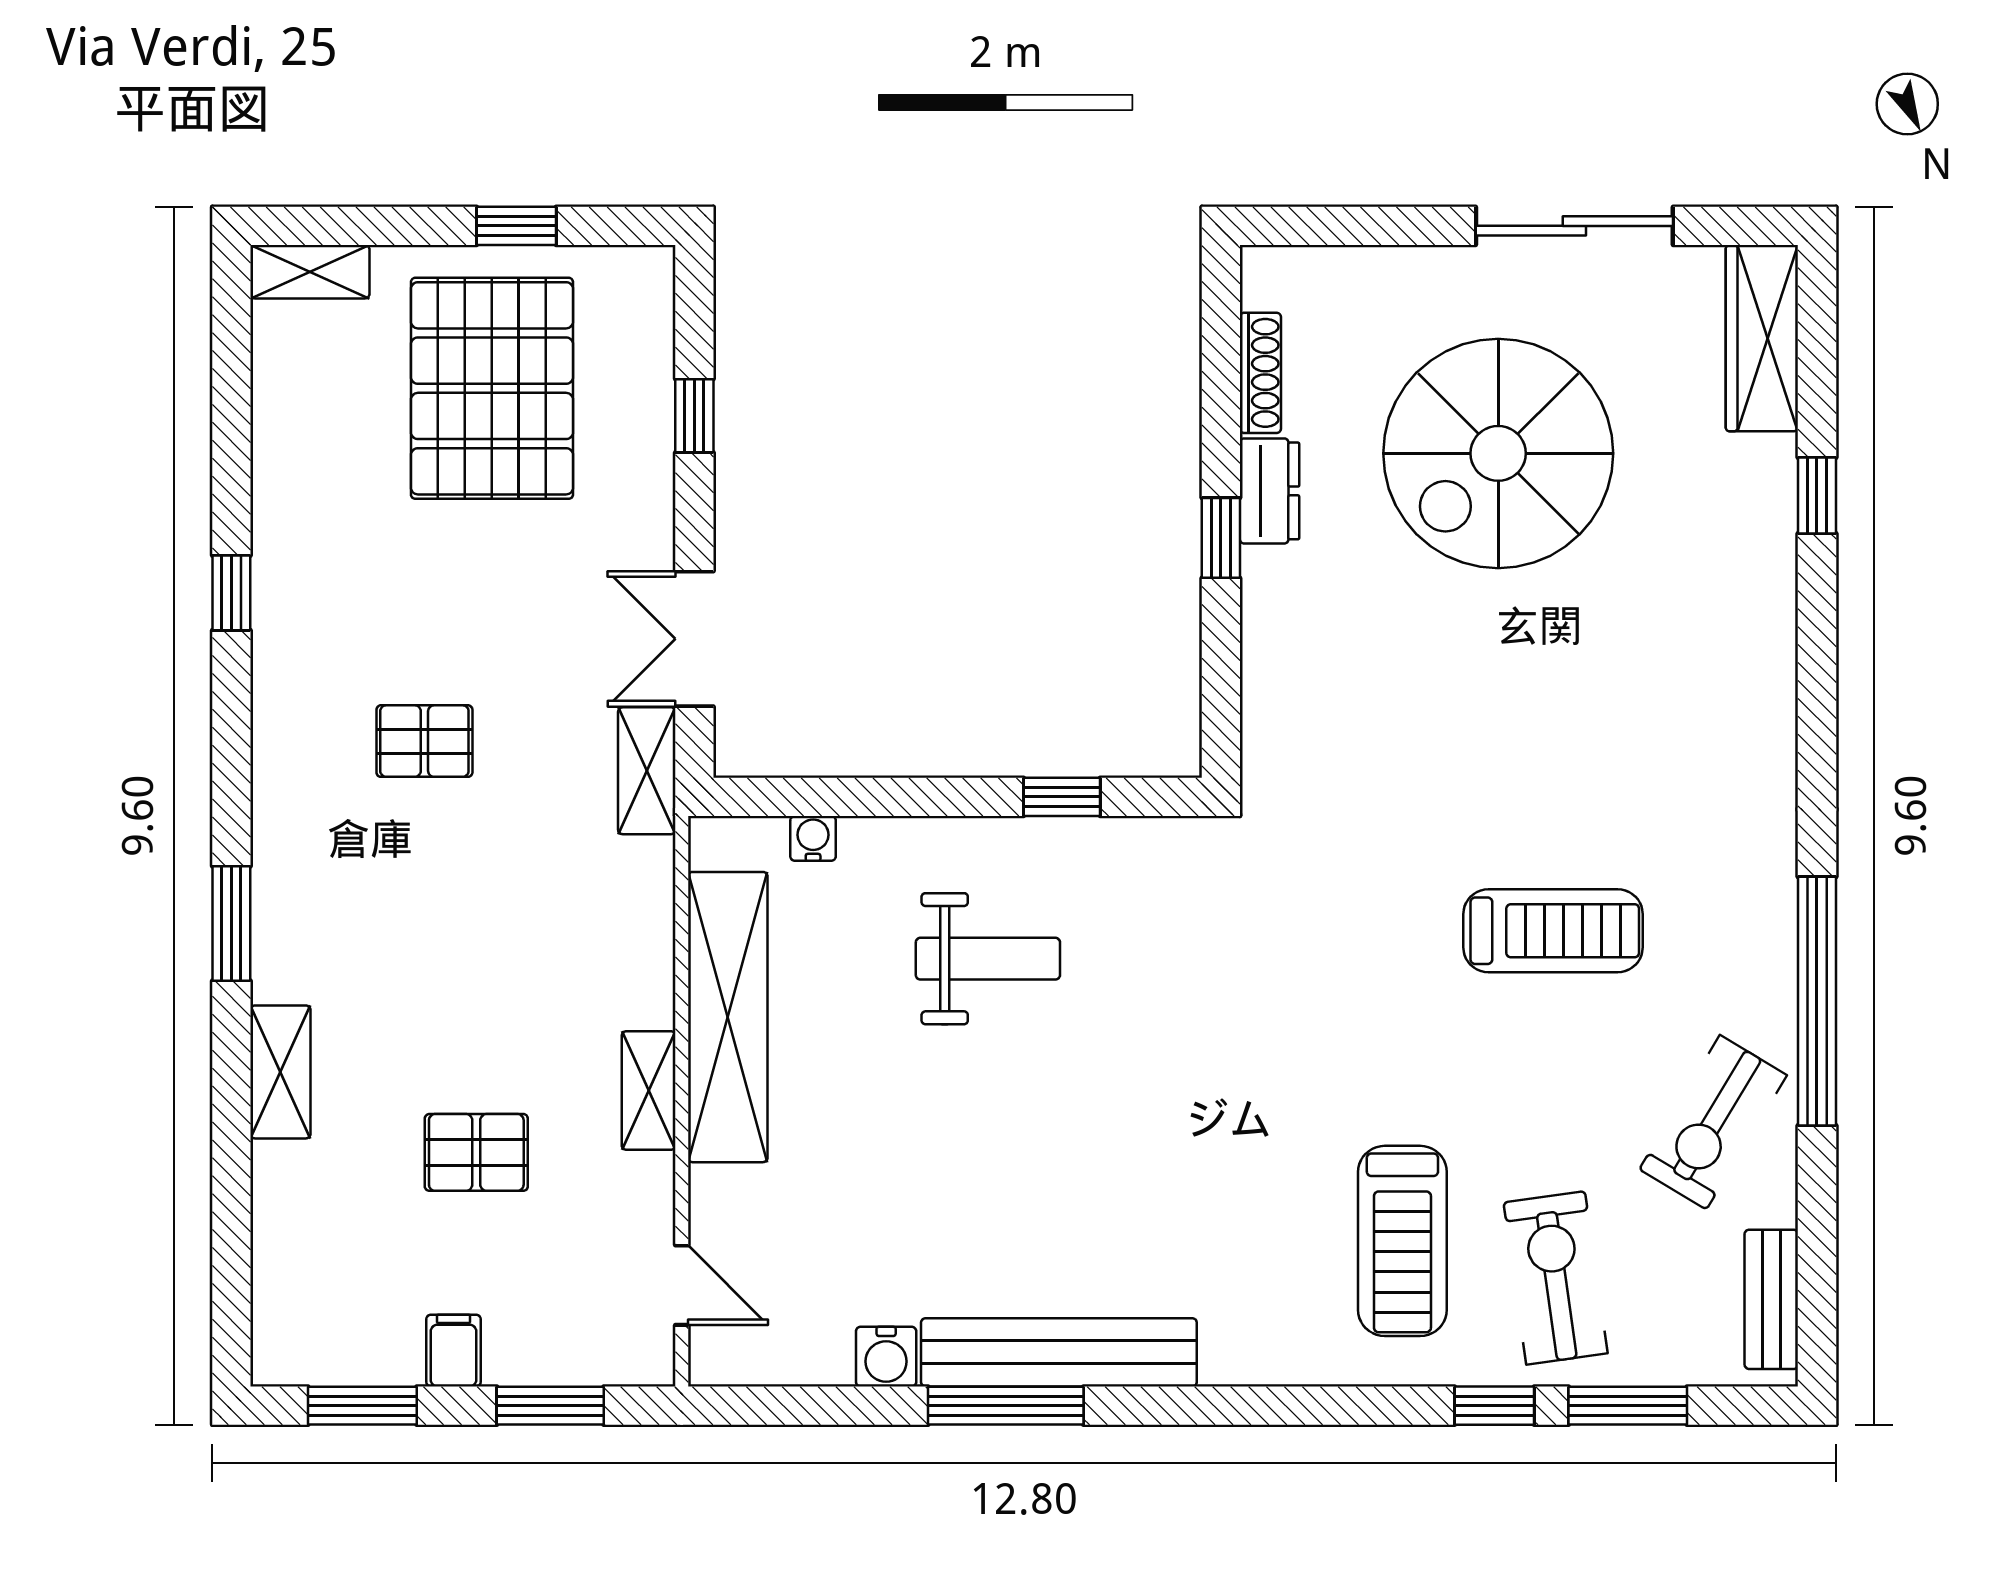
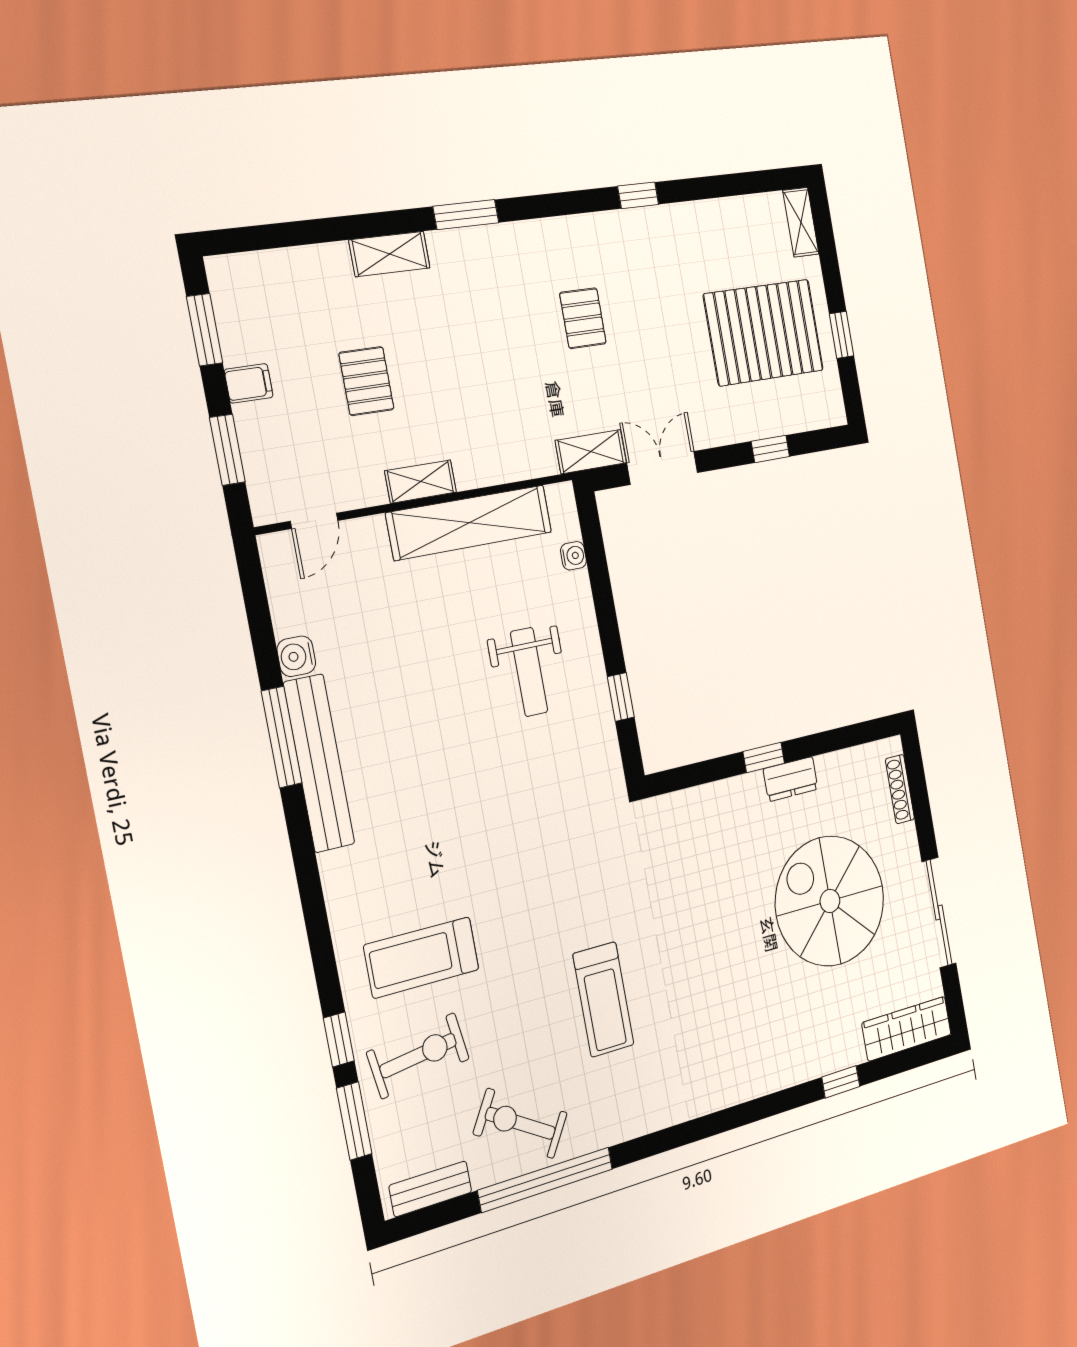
shoe rack: (1260, 373) -> (900, 789), moved, turned 90
window: (1817, 1001) -> (546, 1180), moved

